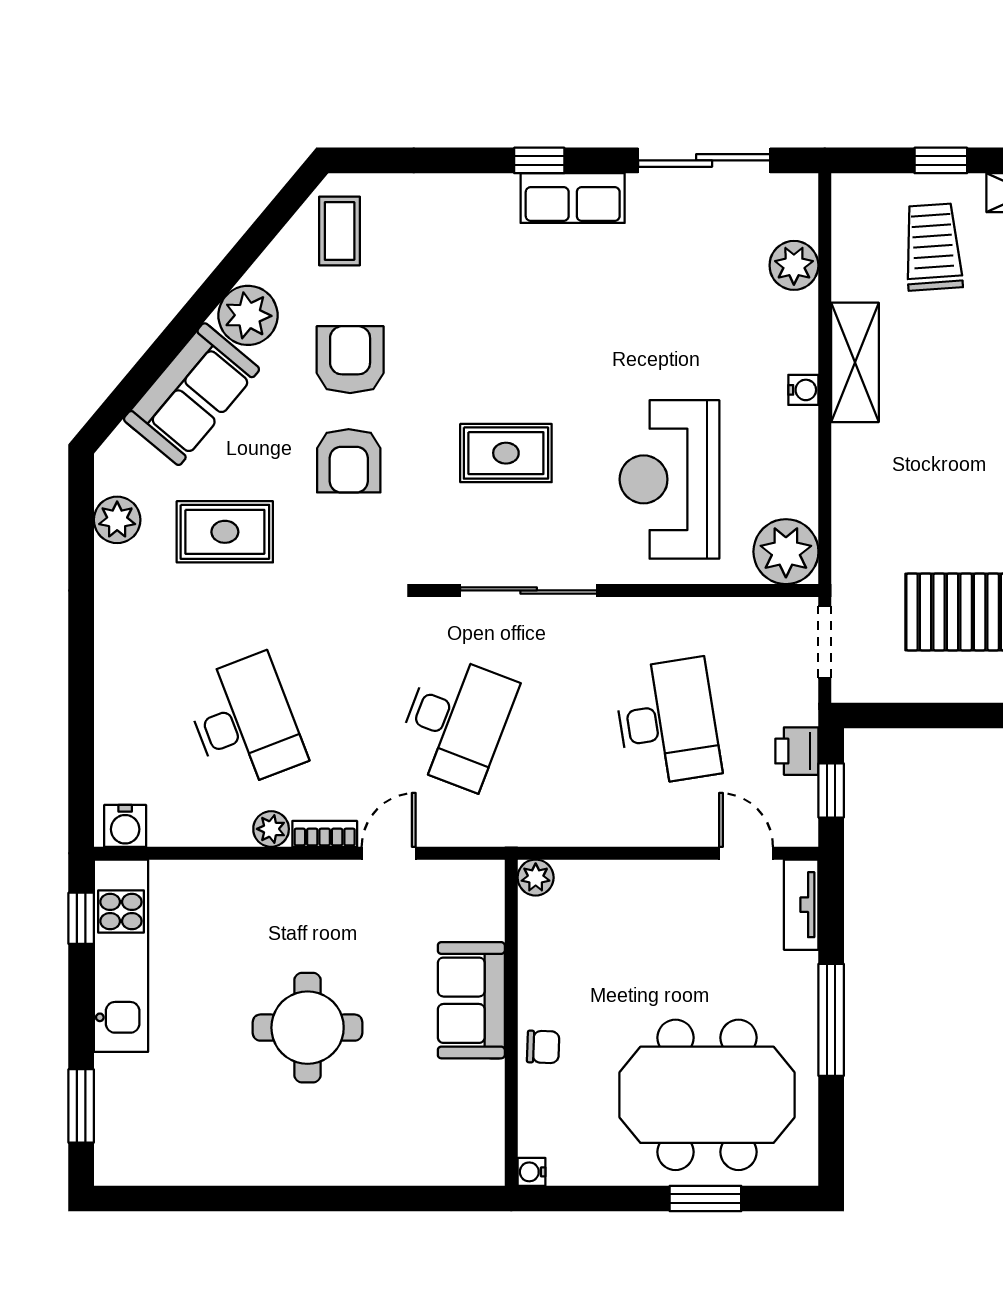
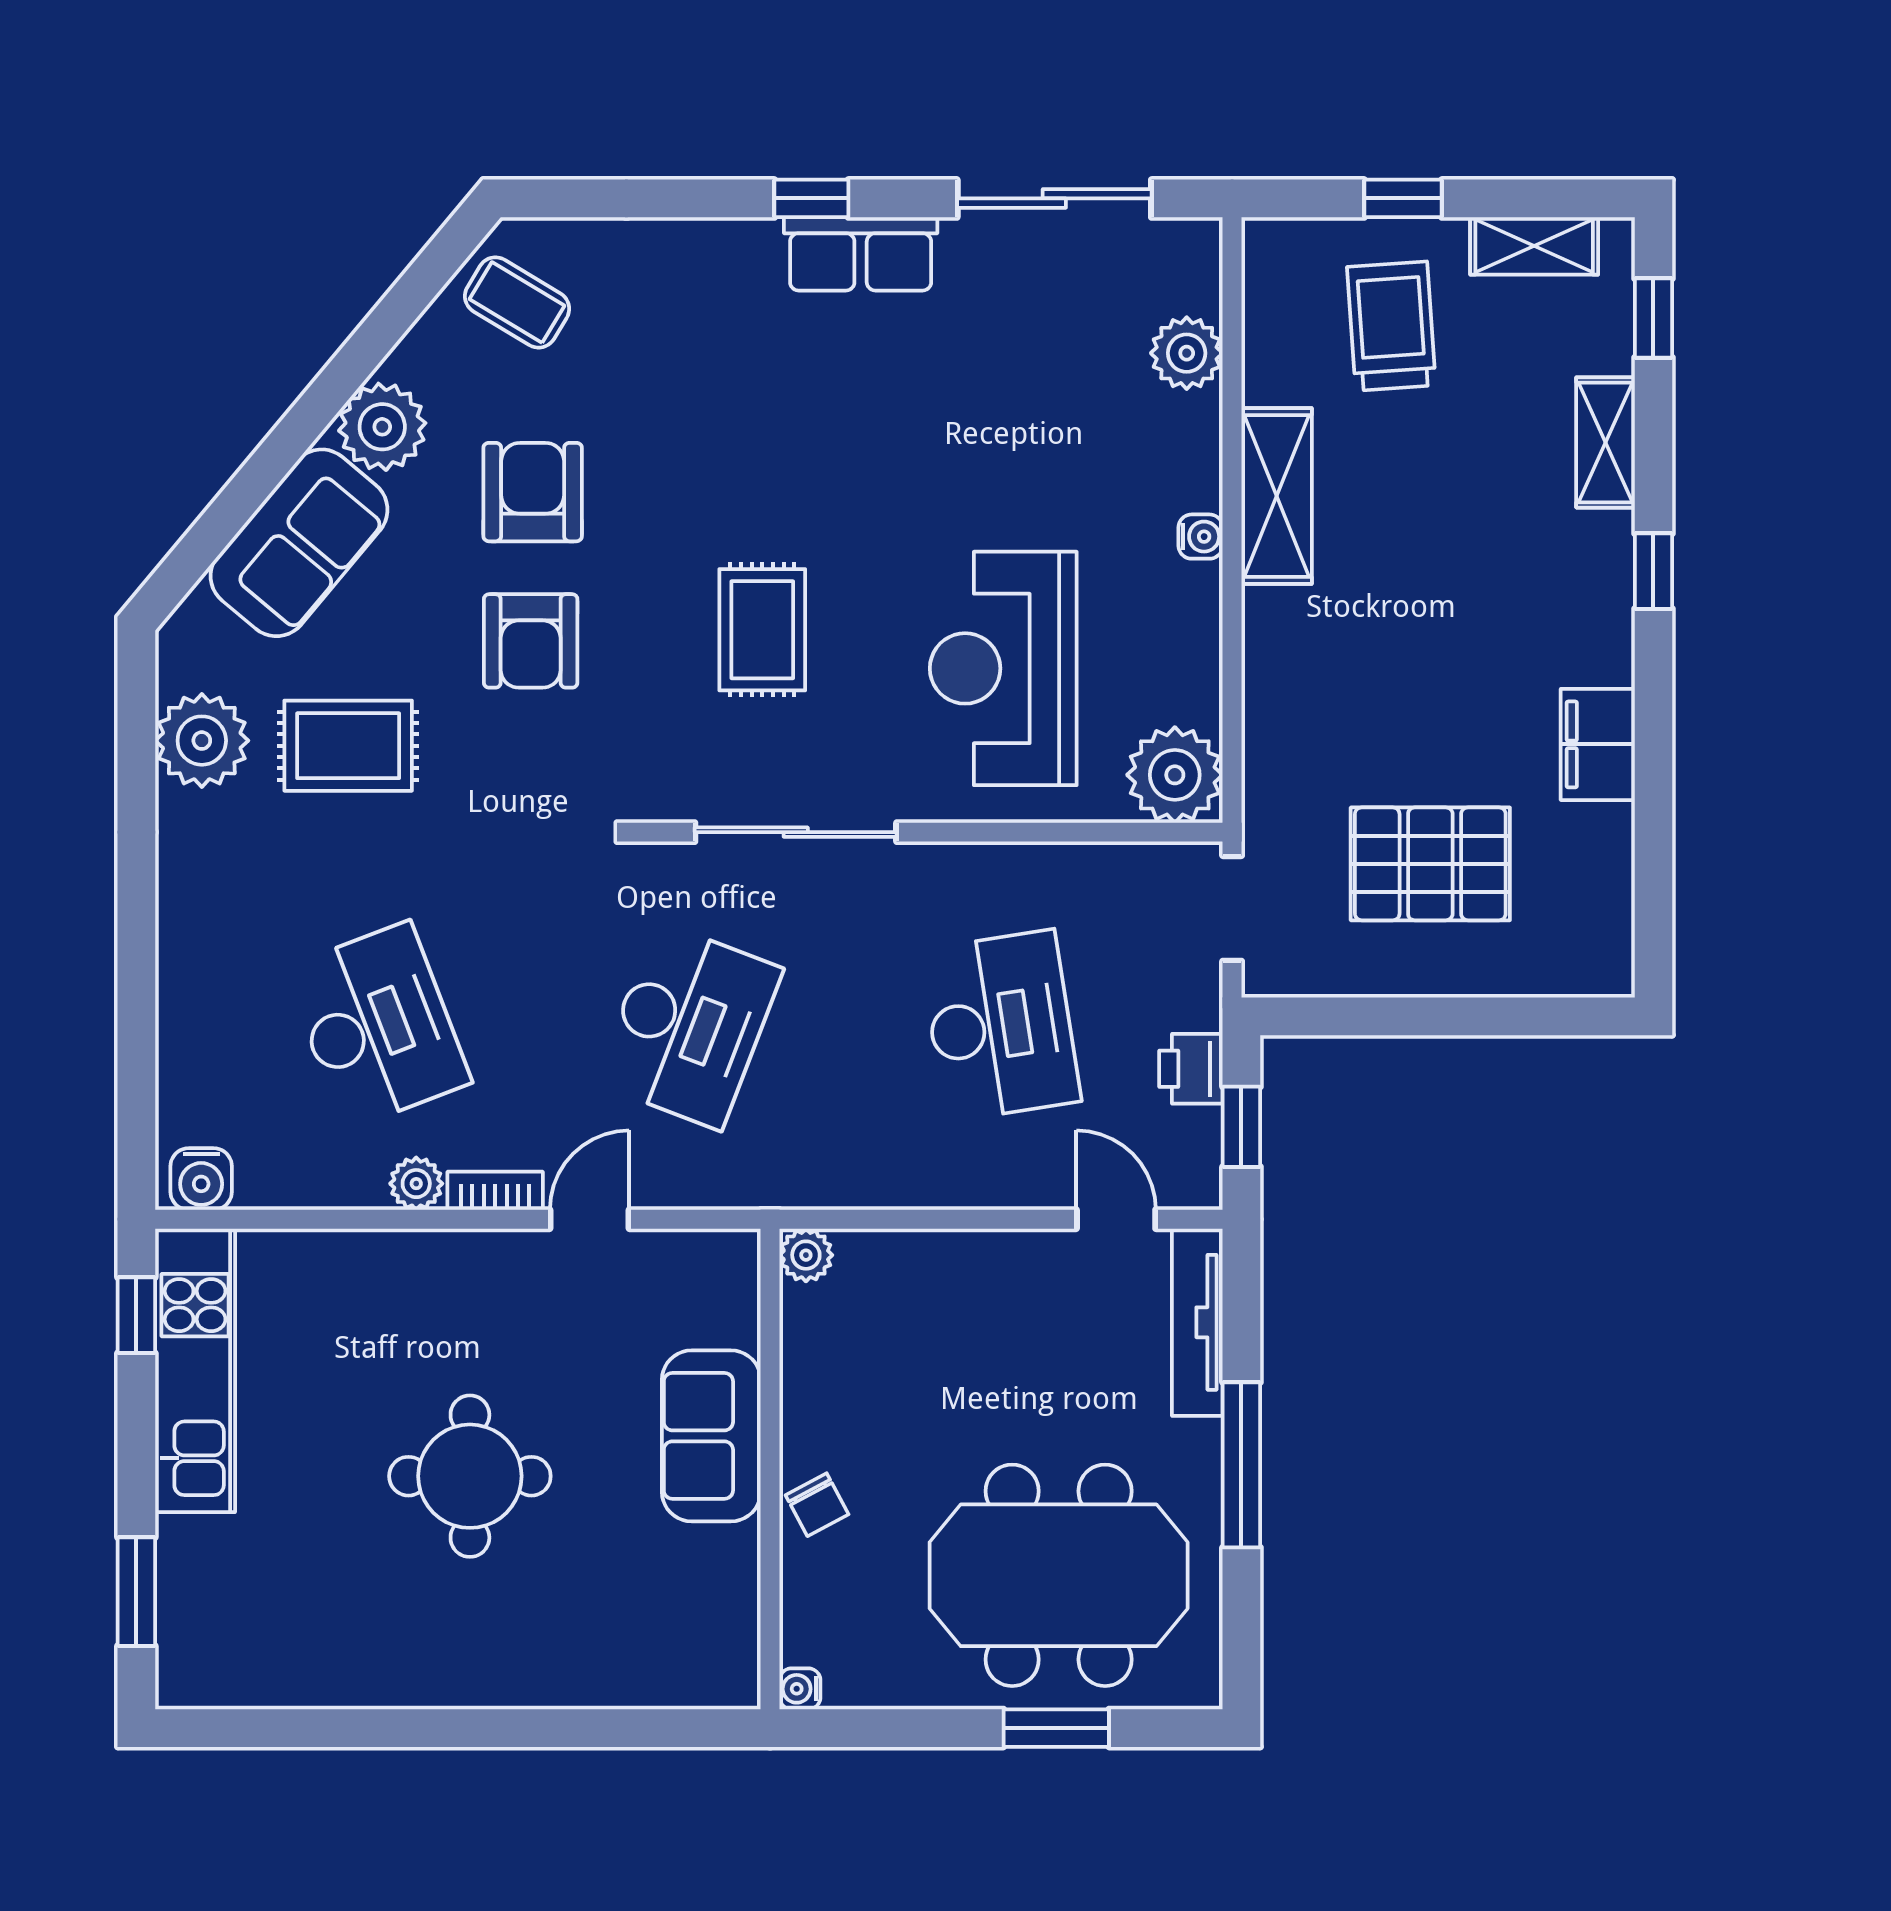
coffee table: (340, 231) -> (517, 302), turned -59
rug: (506, 453) -> (762, 630), turned 90
plant: (117, 520) -> (202, 741), width x1.36, depth x1.36
tv unit: (801, 905) -> (1197, 1322), width x1.41
chair: (543, 1047) -> (817, 1505), turned 60

